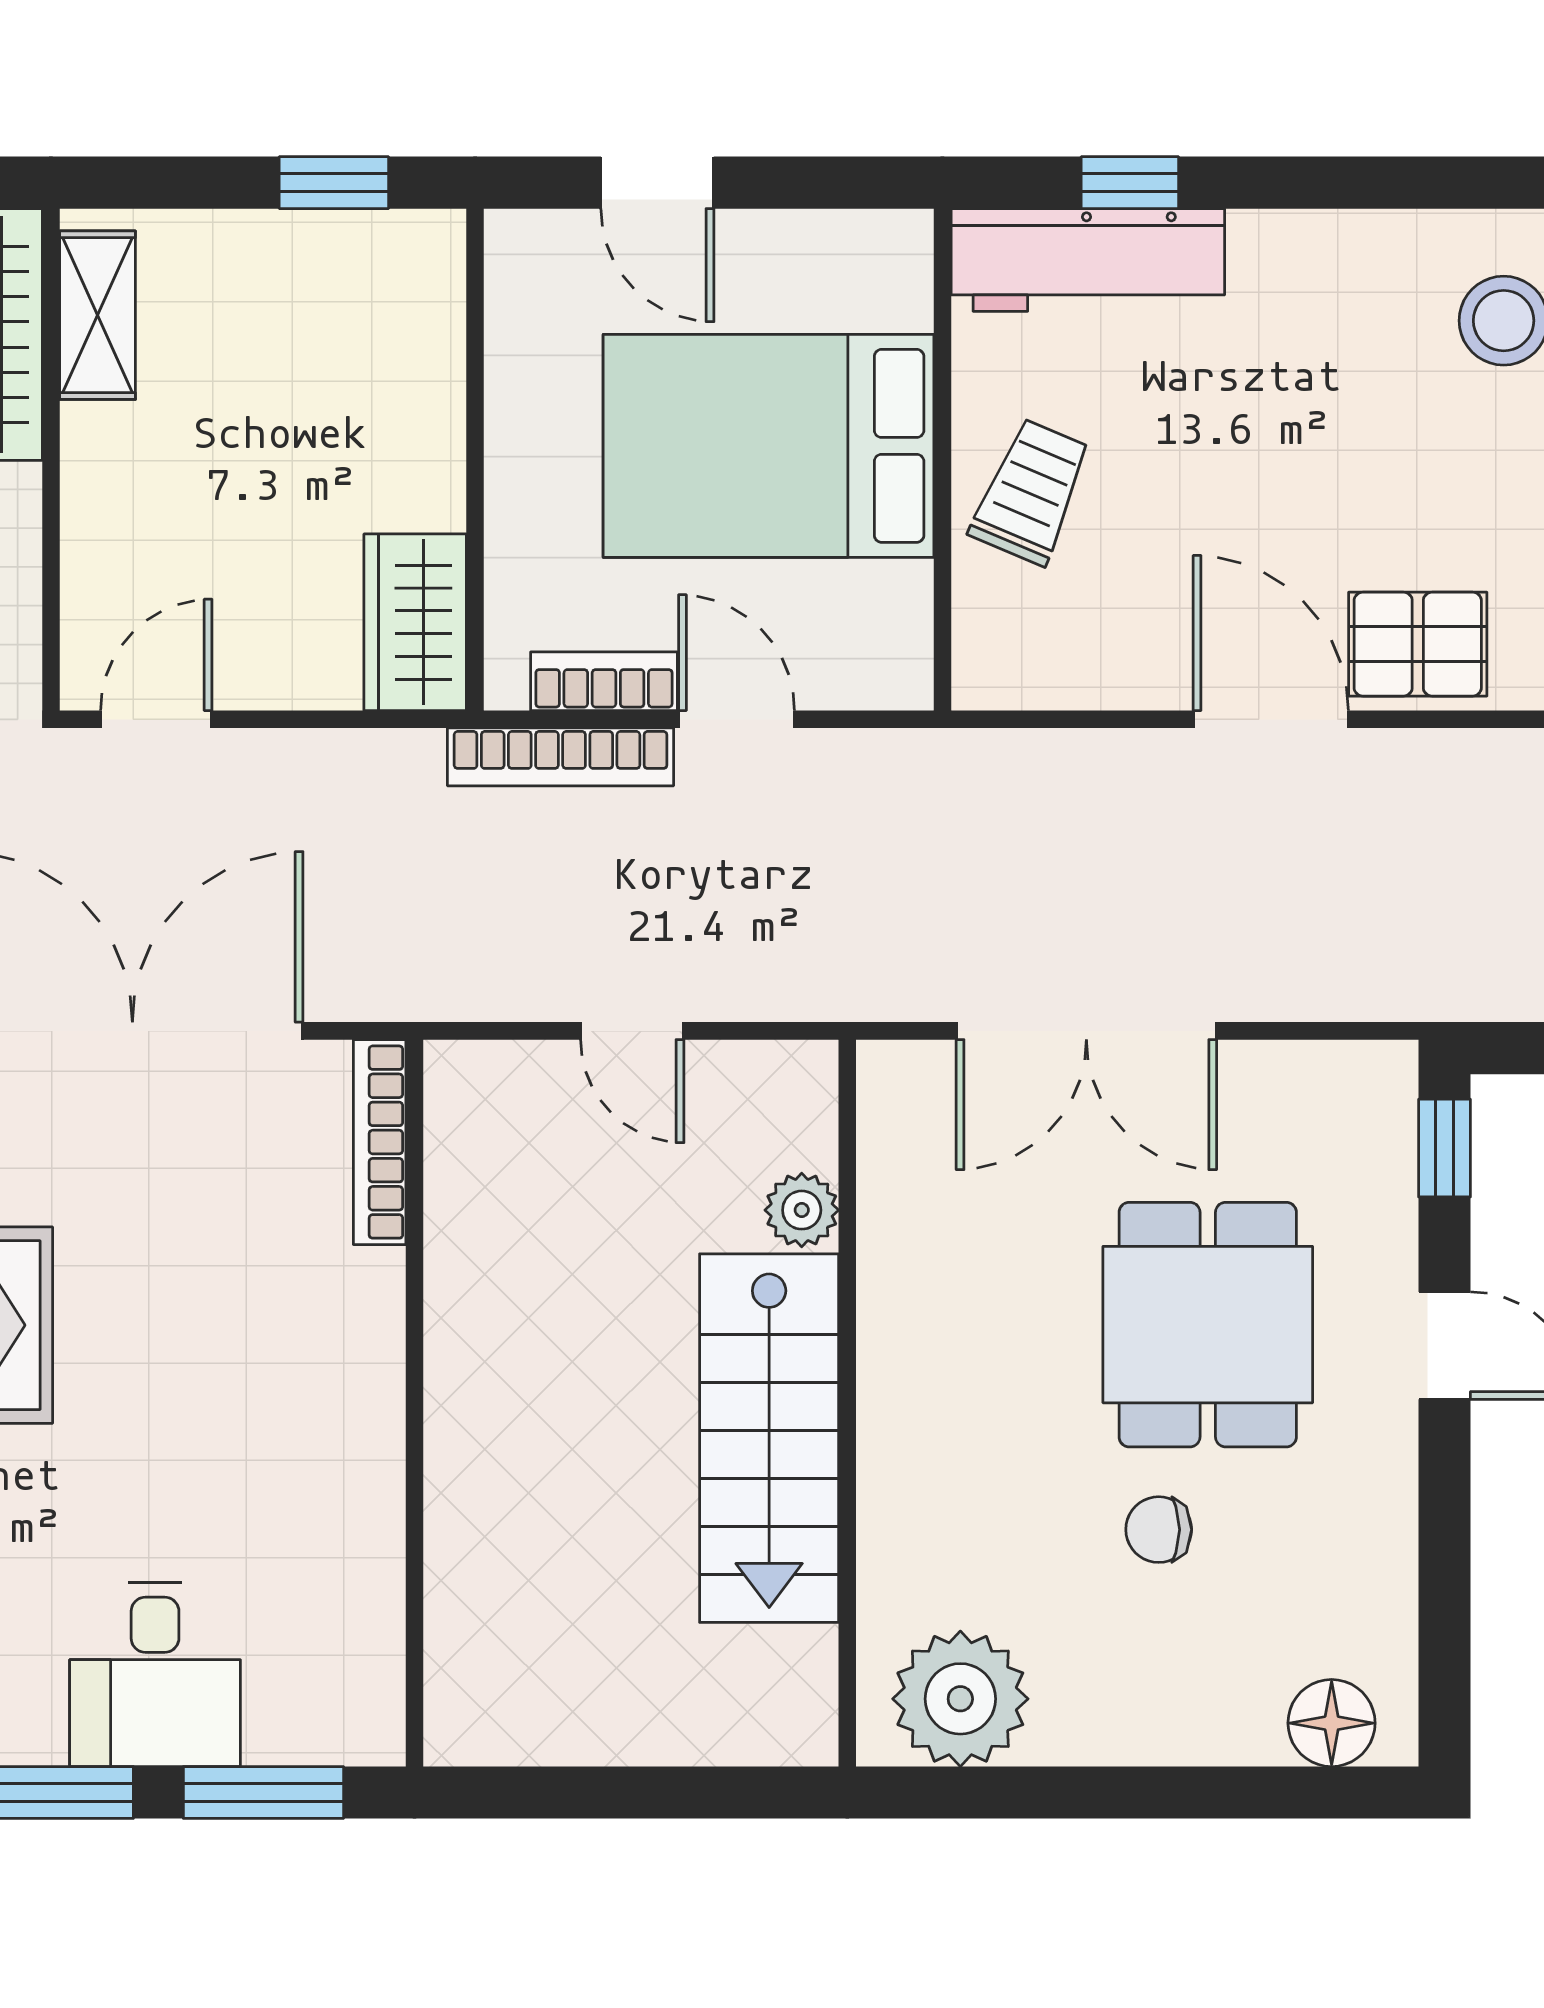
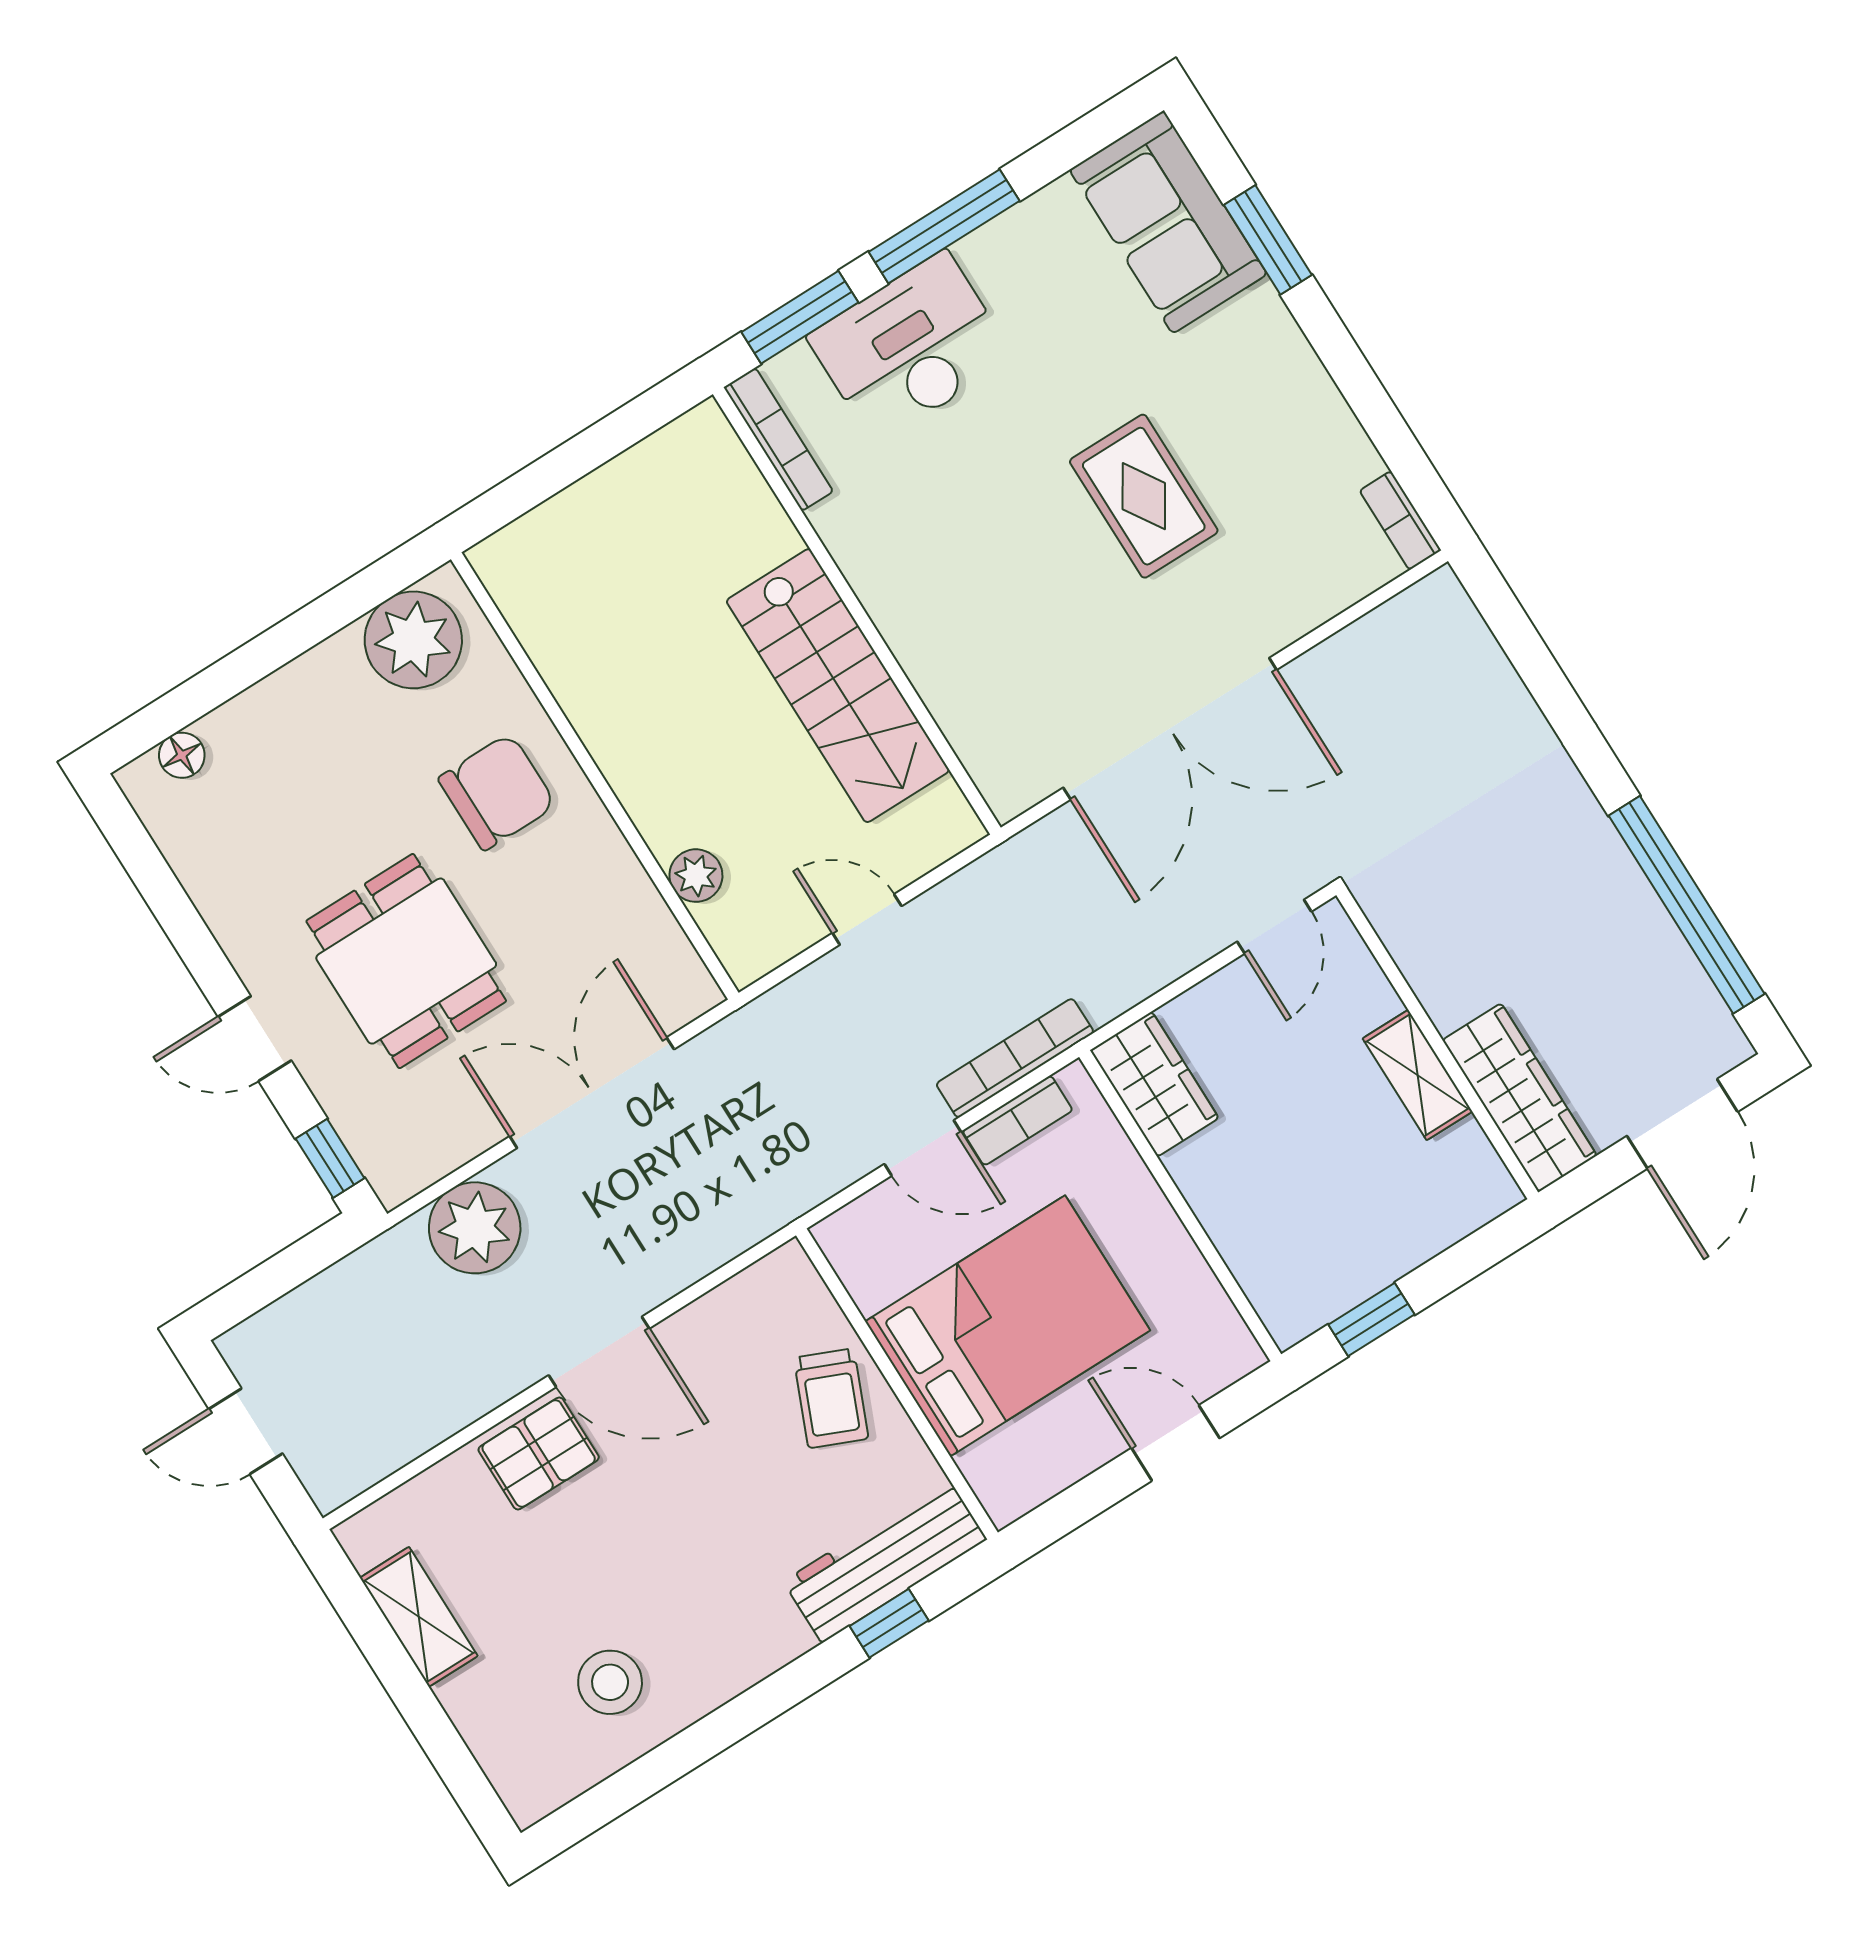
shelving: (98, 315) -> (1417, 1075), moved
plant: (1325, 958) -> (475, 1228), added
bookcase: (380, 1142) -> (778, 439), moved
stairs: (769, 1438) -> (838, 686), moved, turned 180
chair: (1159, 1530) -> (497, 792), moved, width x1.87, depth x1.87
desk: (155, 1674) -> (911, 347), width x1.37
floor lamp: (1332, 1723) -> (182, 755), width x0.73, depth x0.73

